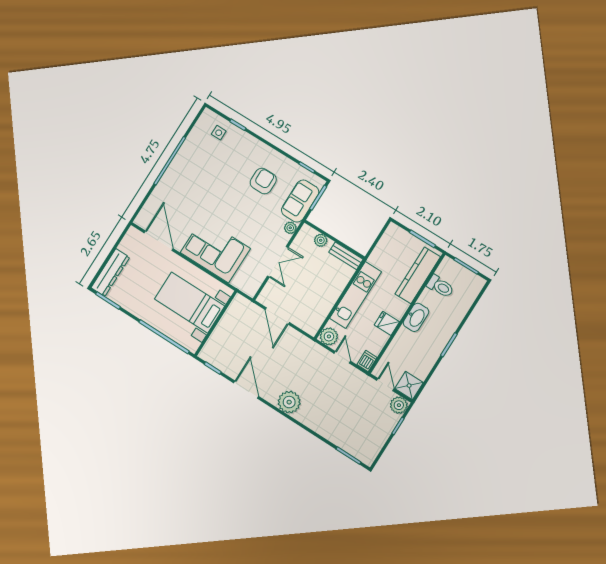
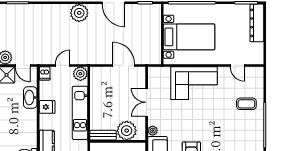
coffee table: (175, 195) -> (246, 104), added
plant: (321, 240) -> (127, 131), width x1.87, depth x1.87
door: (159, 241) -> (237, 65), width x0.53
washbasin: (416, 317) -> (30, 98), moved
door: (342, 357) -> (63, 65), swing flipped

